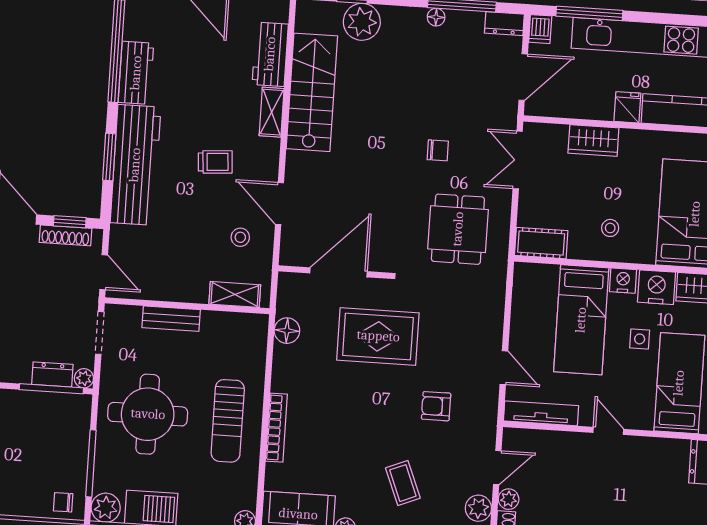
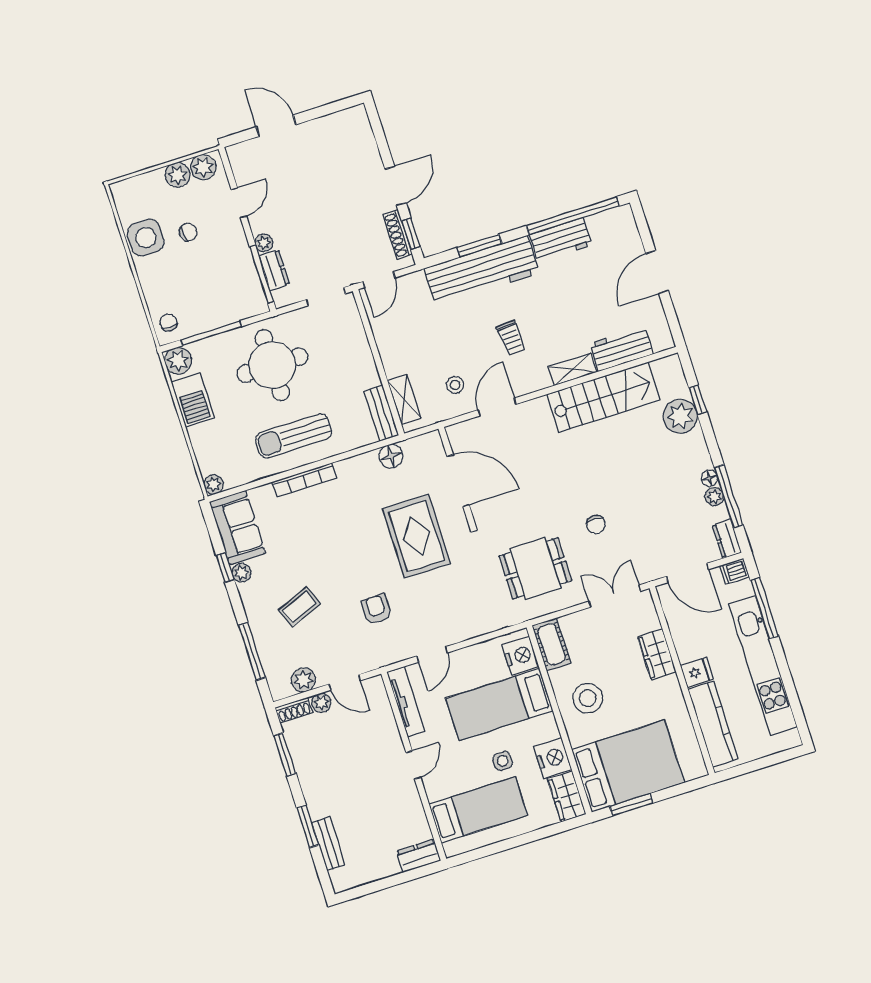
plant: (457, 20) -> (714, 497), added
stool: (610, 228) -> (588, 698), width x1.89, depth x1.89
nightstand: (623, 281) -> (520, 656), moved, width x1.36, depth x1.33
bench: (171, 319) -> (381, 413), moved
plant: (84, 378) -> (264, 243), moved

